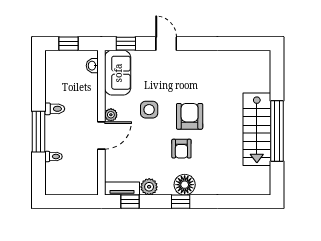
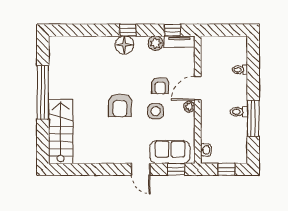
sofa: (118, 73) -> (170, 152), moved, turned 90
stairs: (257, 129) -> (61, 132), moved
window: (38, 132) -> (253, 118), moved
armchair: (181, 149) -> (160, 86), moved, turned 180

